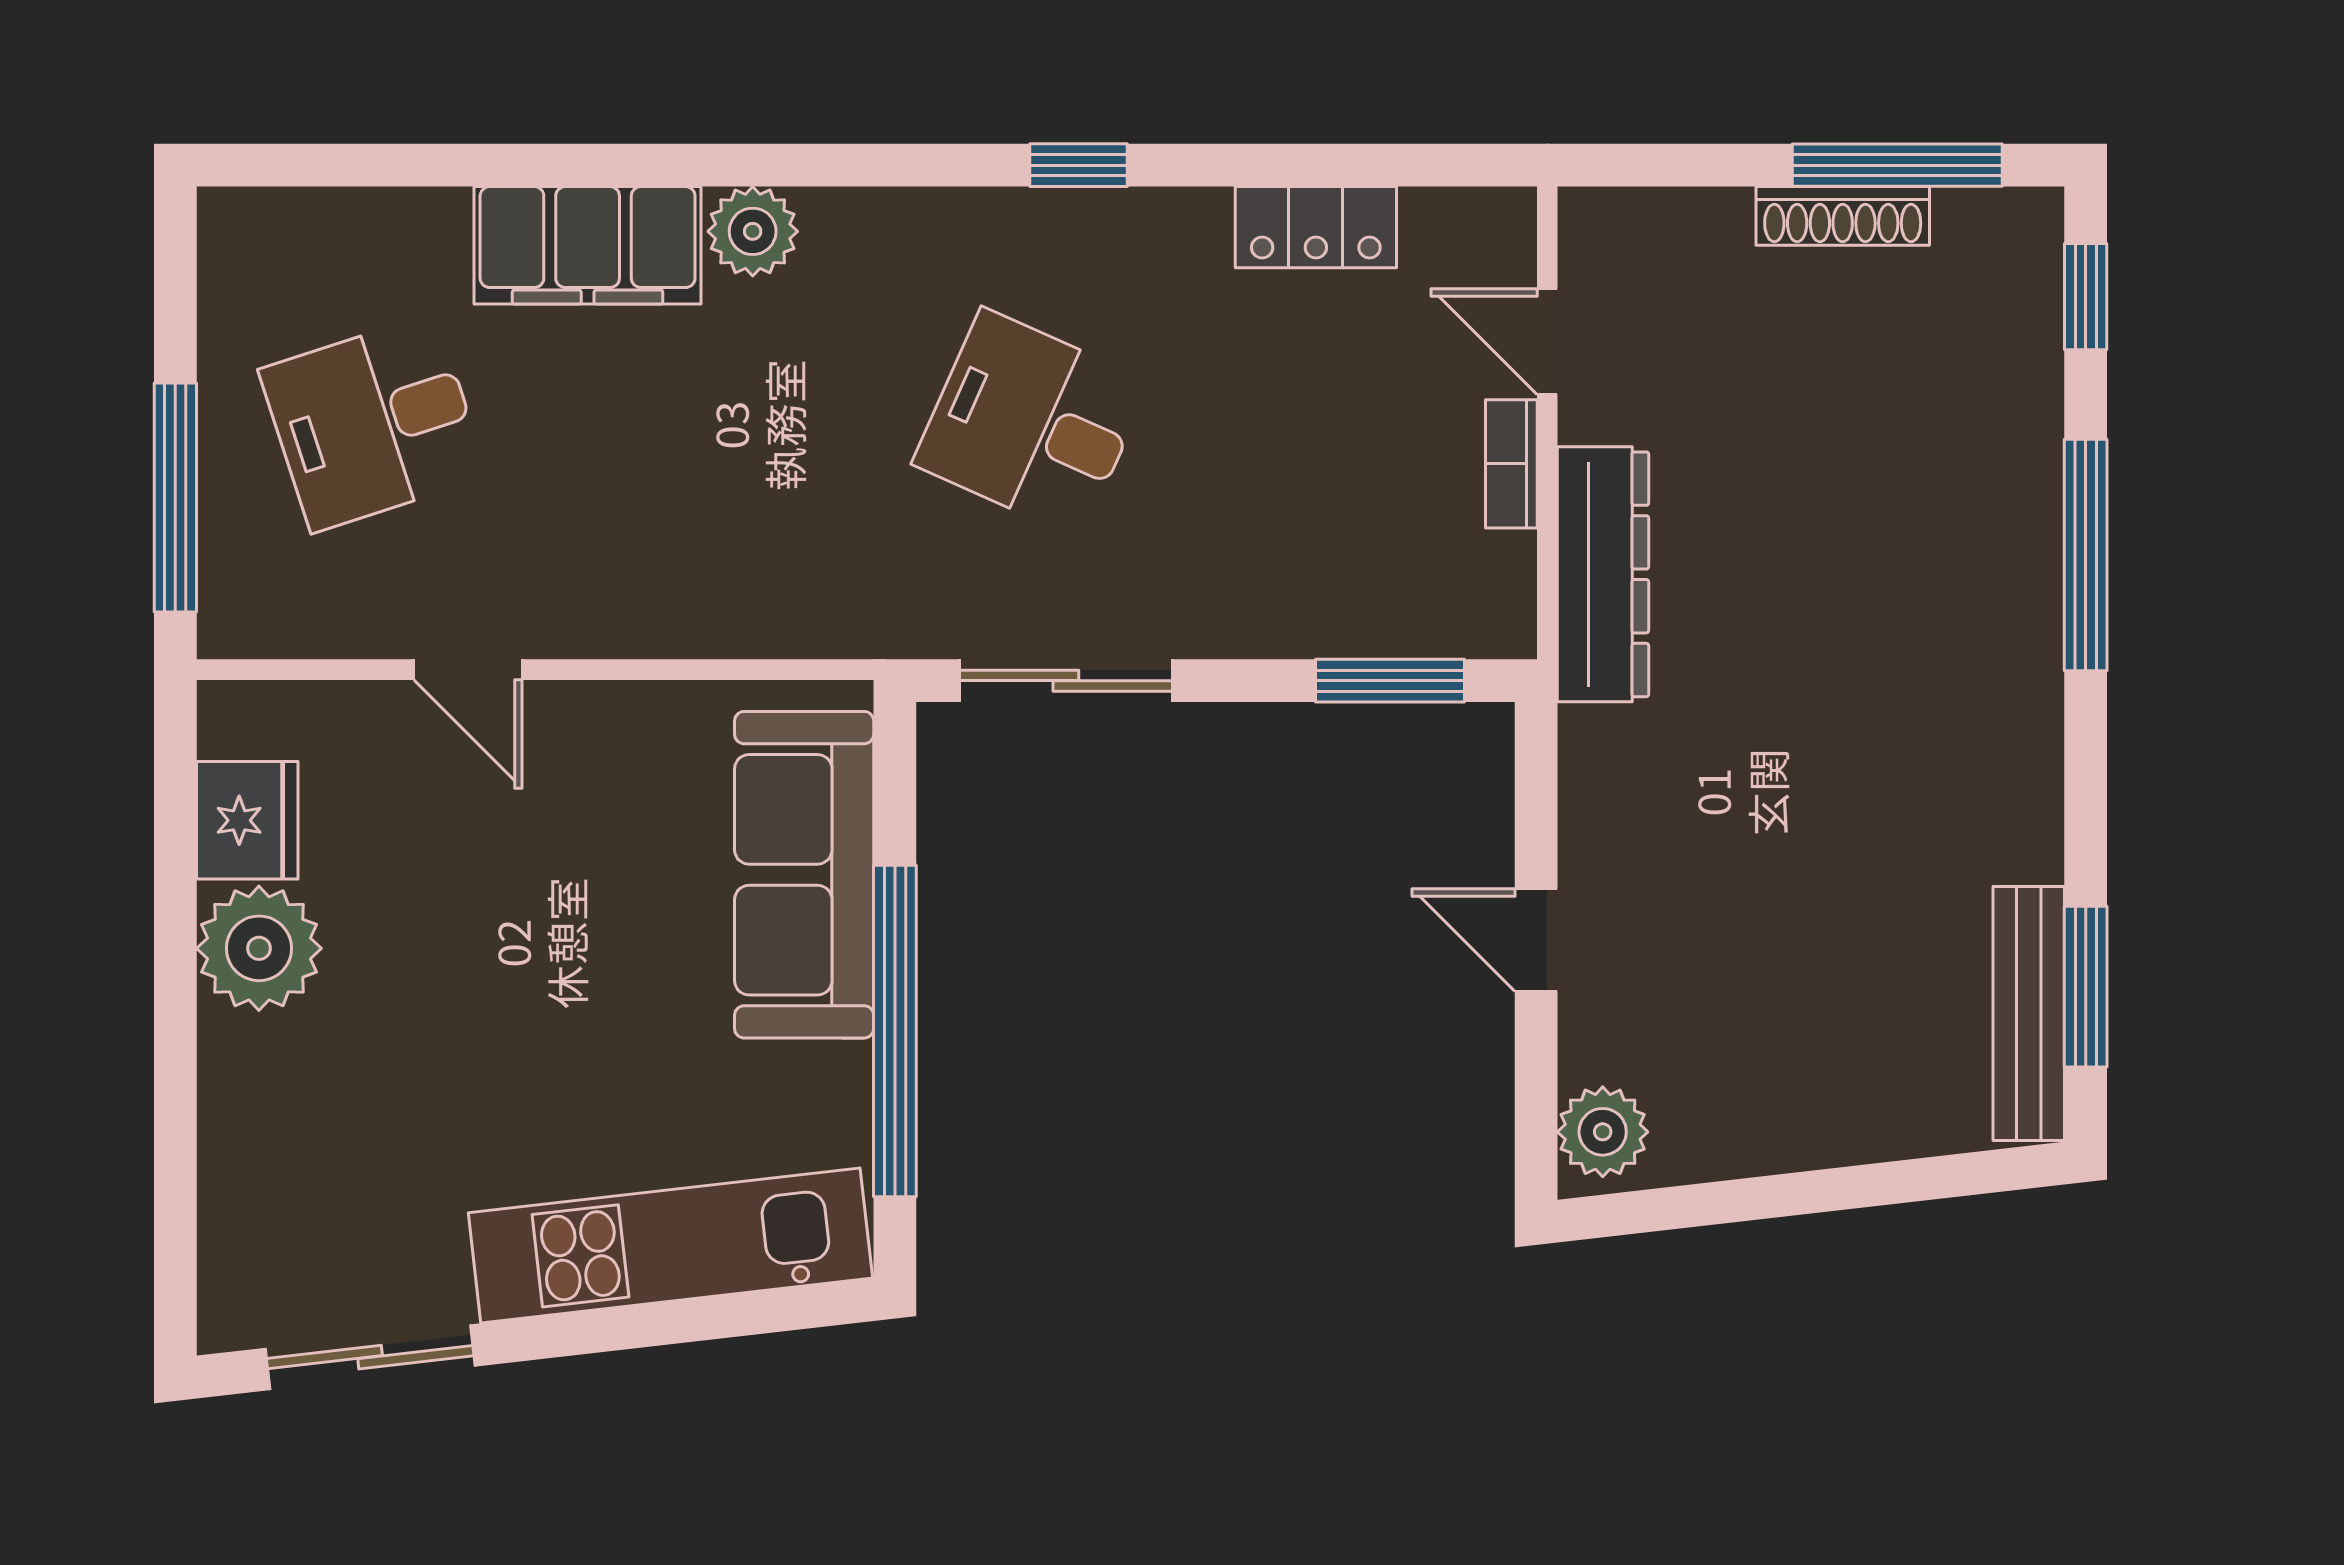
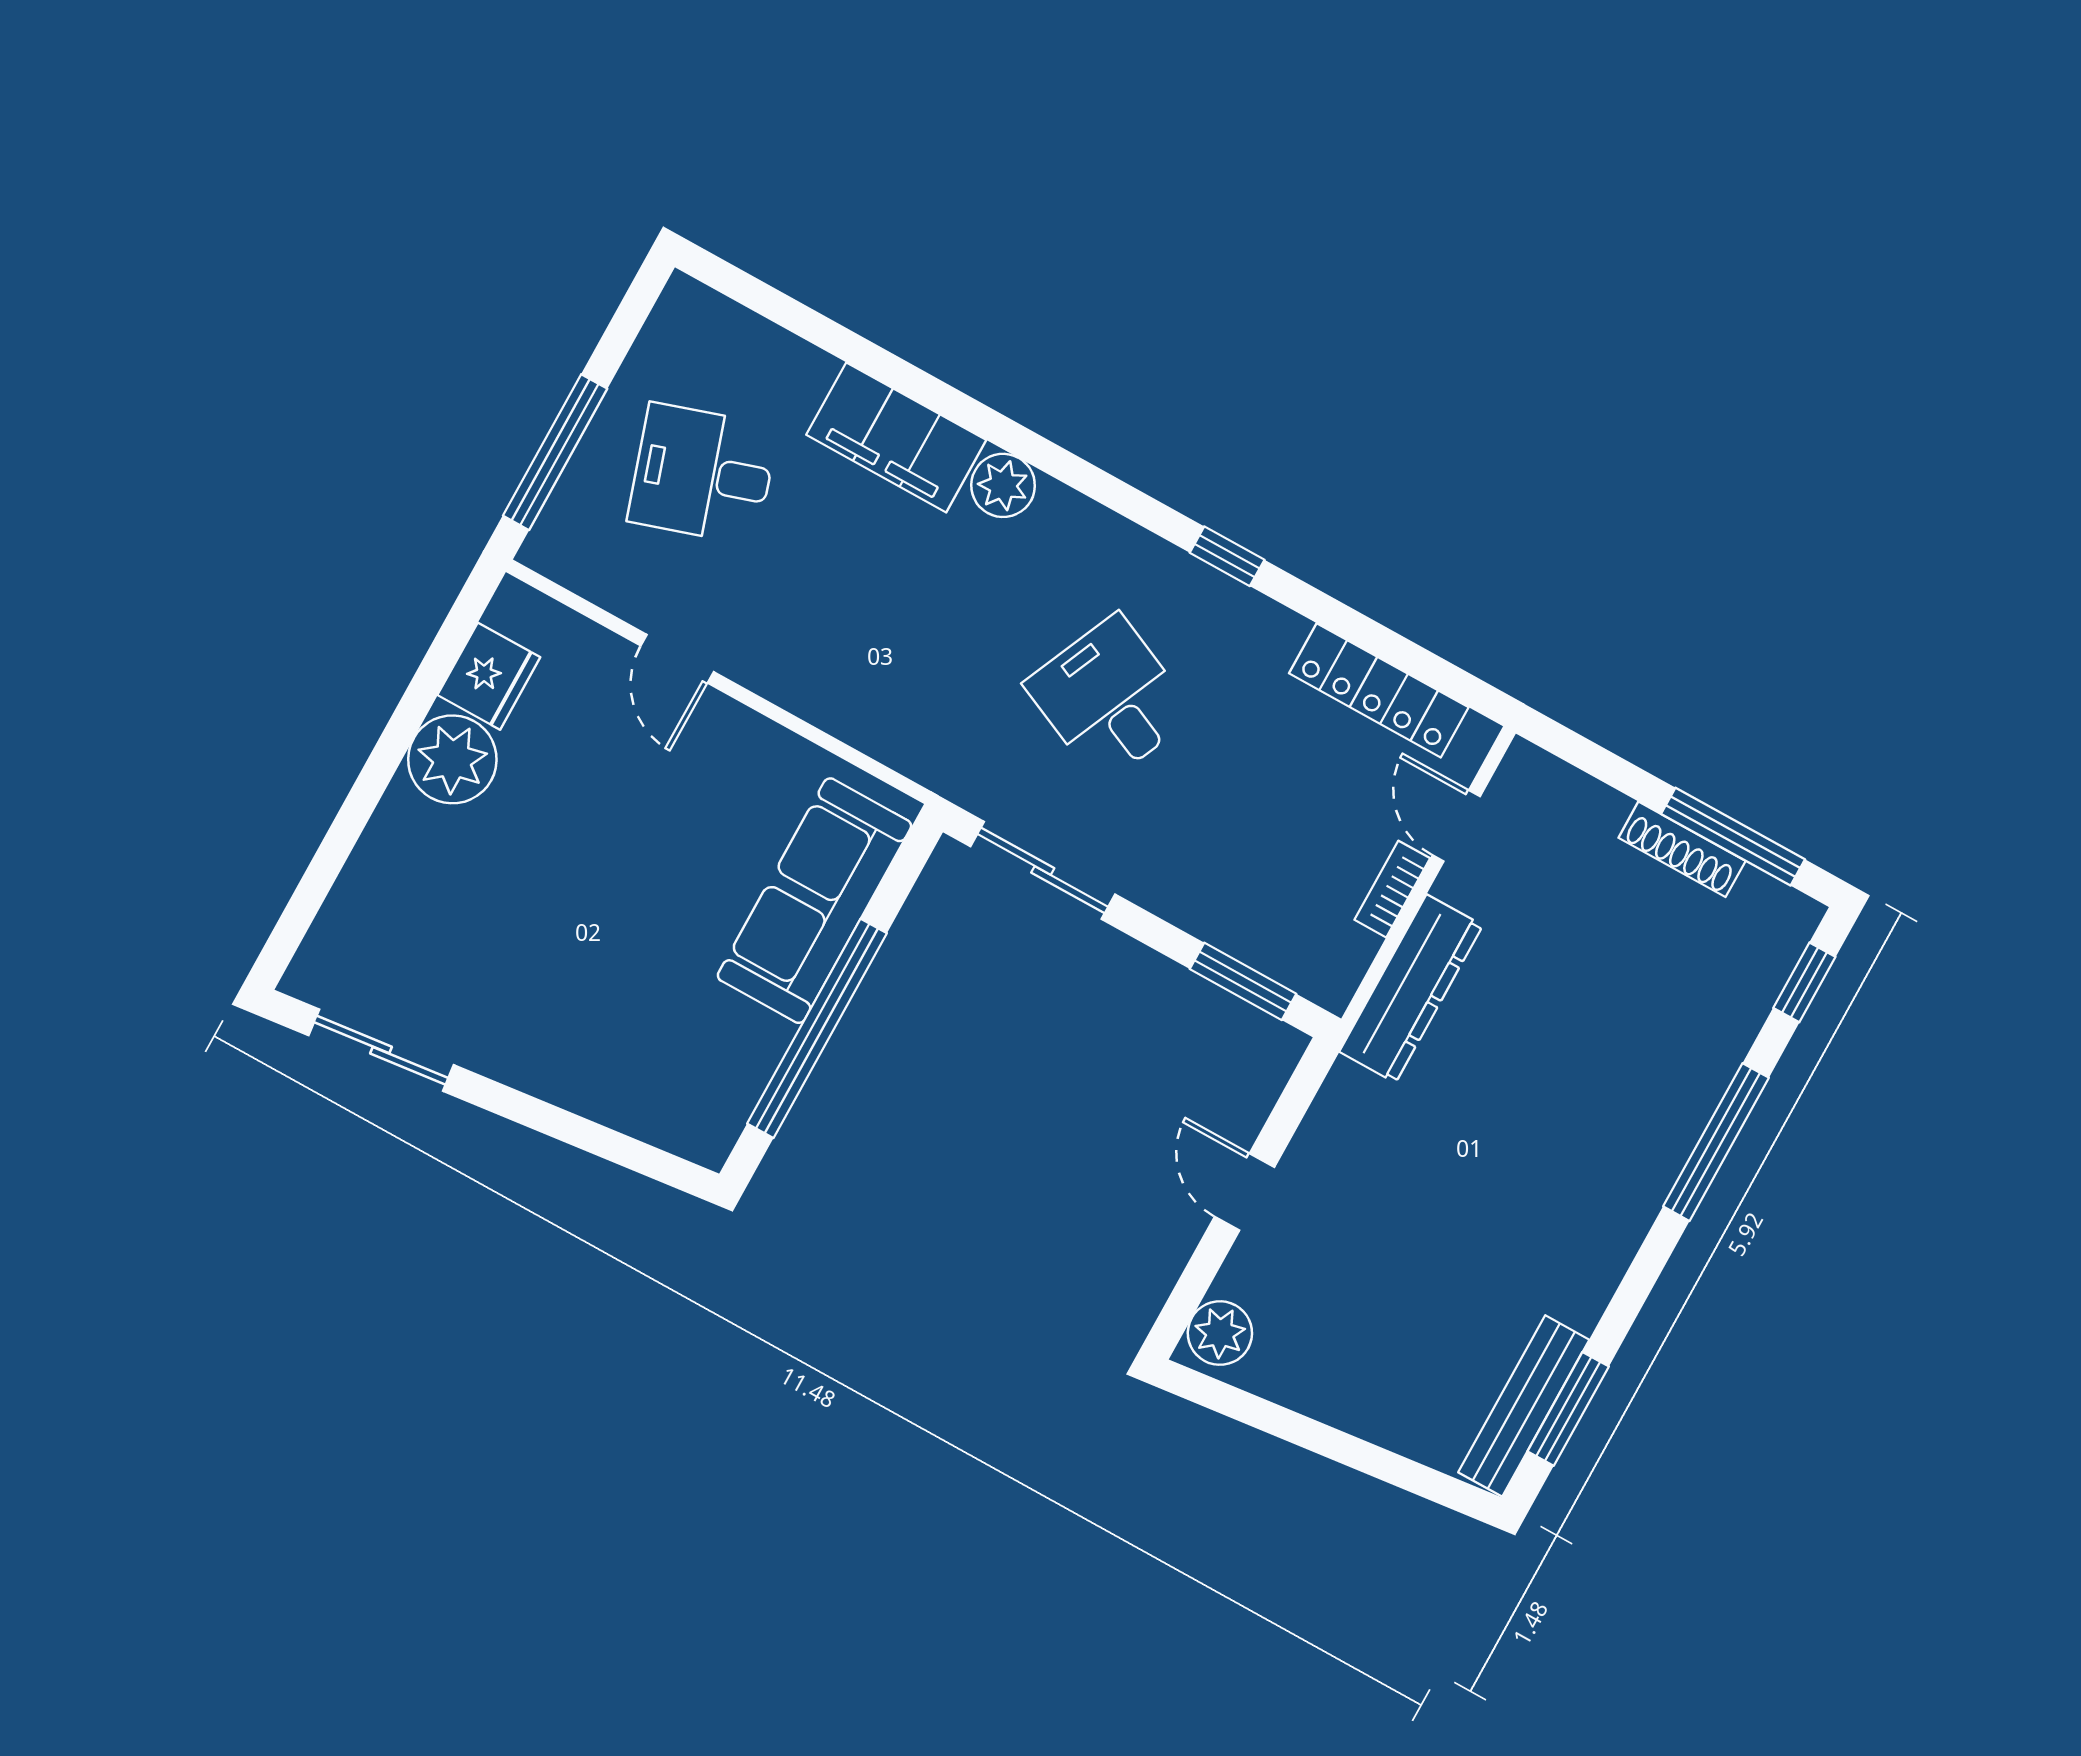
locker: (1316, 227) -> (1379, 690), width x1.53
kitchen unit: (670, 1245) -> (605, 1084), removed

